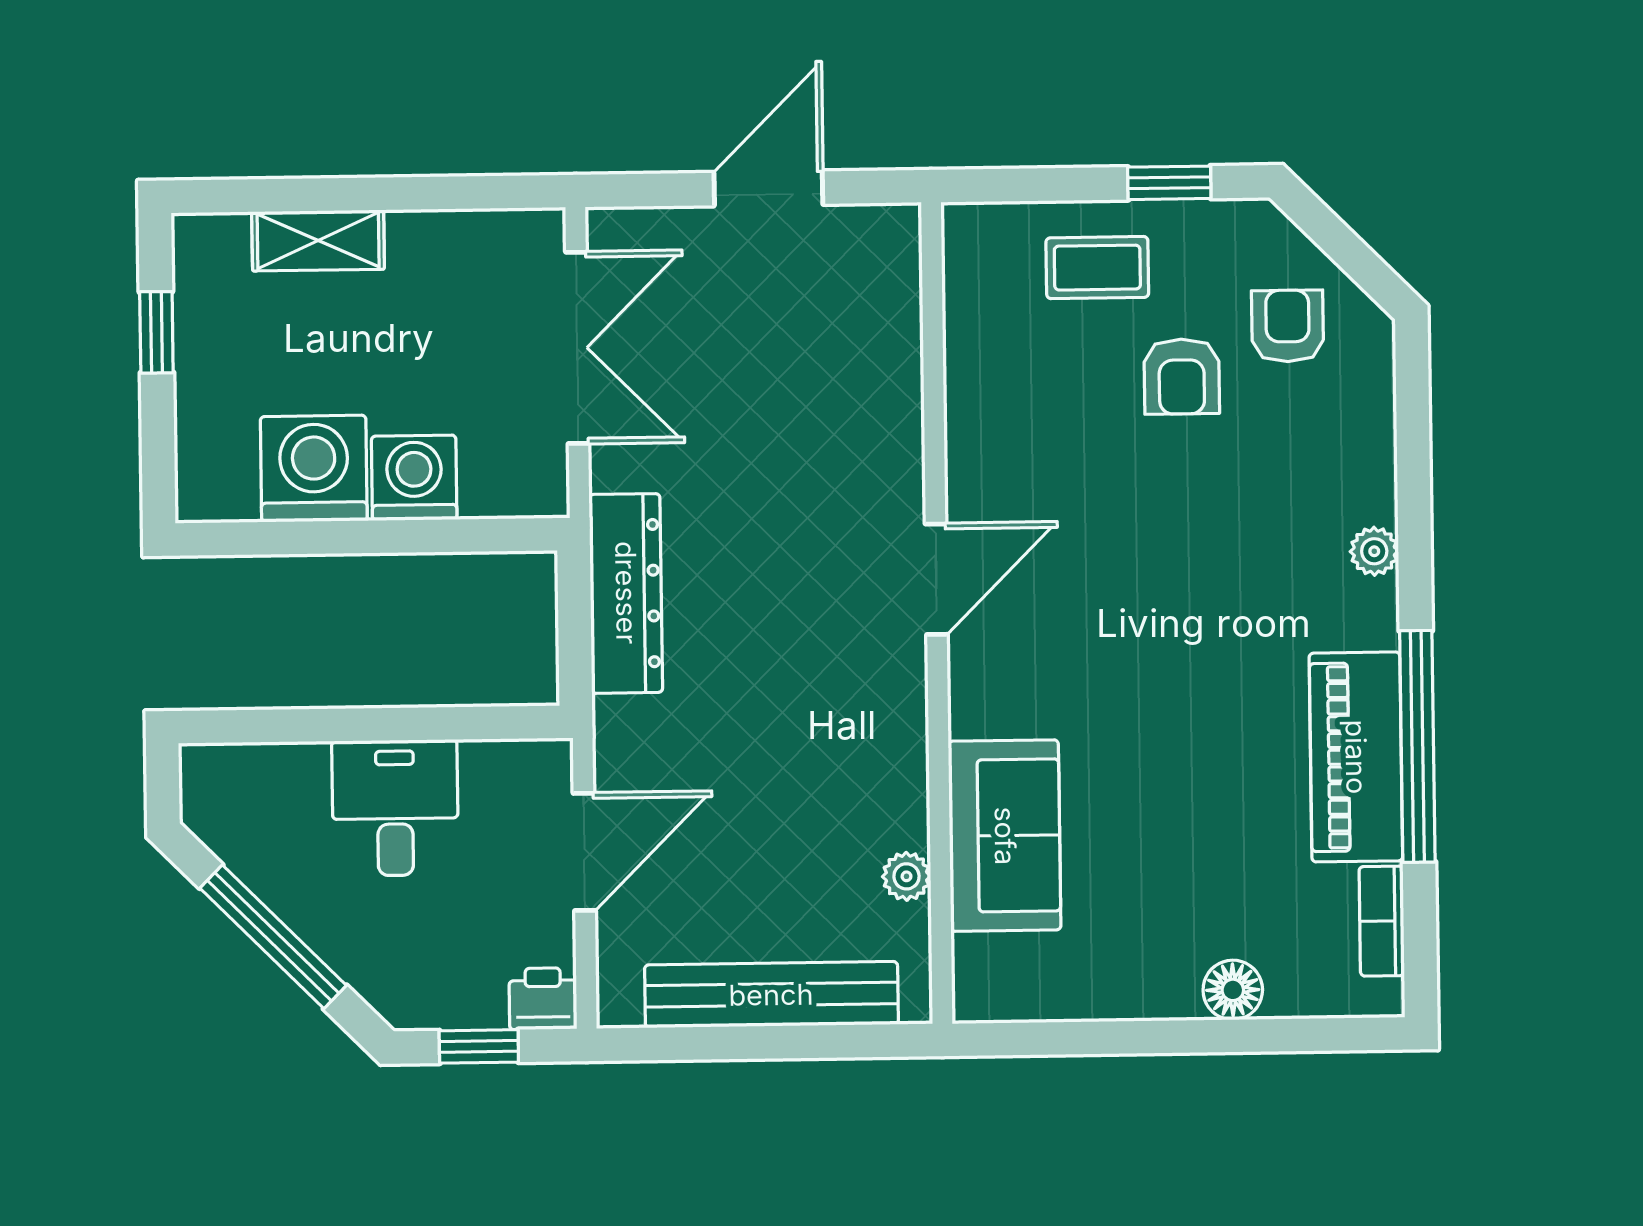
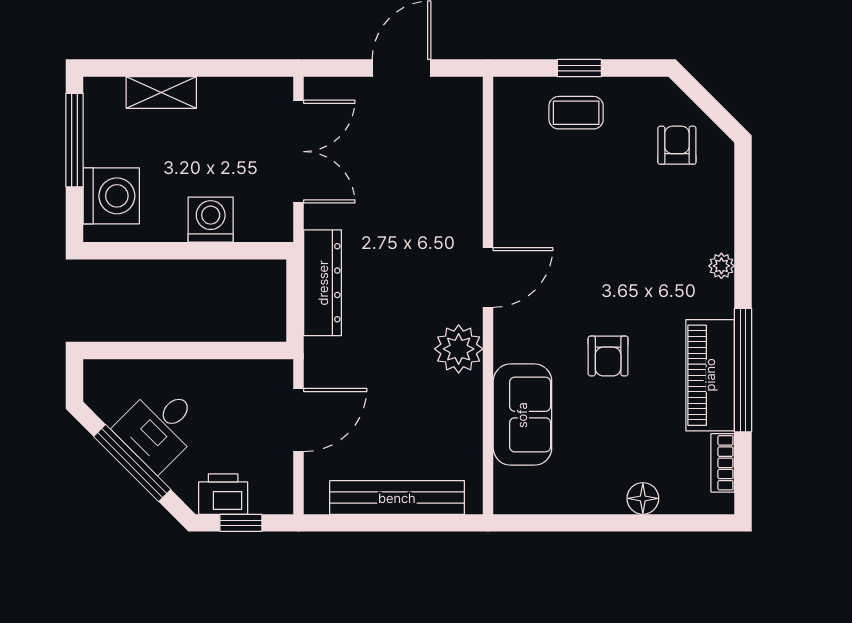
window: (1169, 183) -> (579, 68), moved
window: (156, 332) -> (75, 140), width x2.17
armchair: (1182, 377) -> (608, 356), moved
washing machine: (314, 469) -> (111, 196), moved, turned 90
desk: (395, 808) -> (159, 427), moved, turned -135
plant: (906, 876) -> (459, 349), moved, width x1.87, depth x1.87
printer: (543, 999) -> (223, 494), moved, width x1.36, depth x1.24

